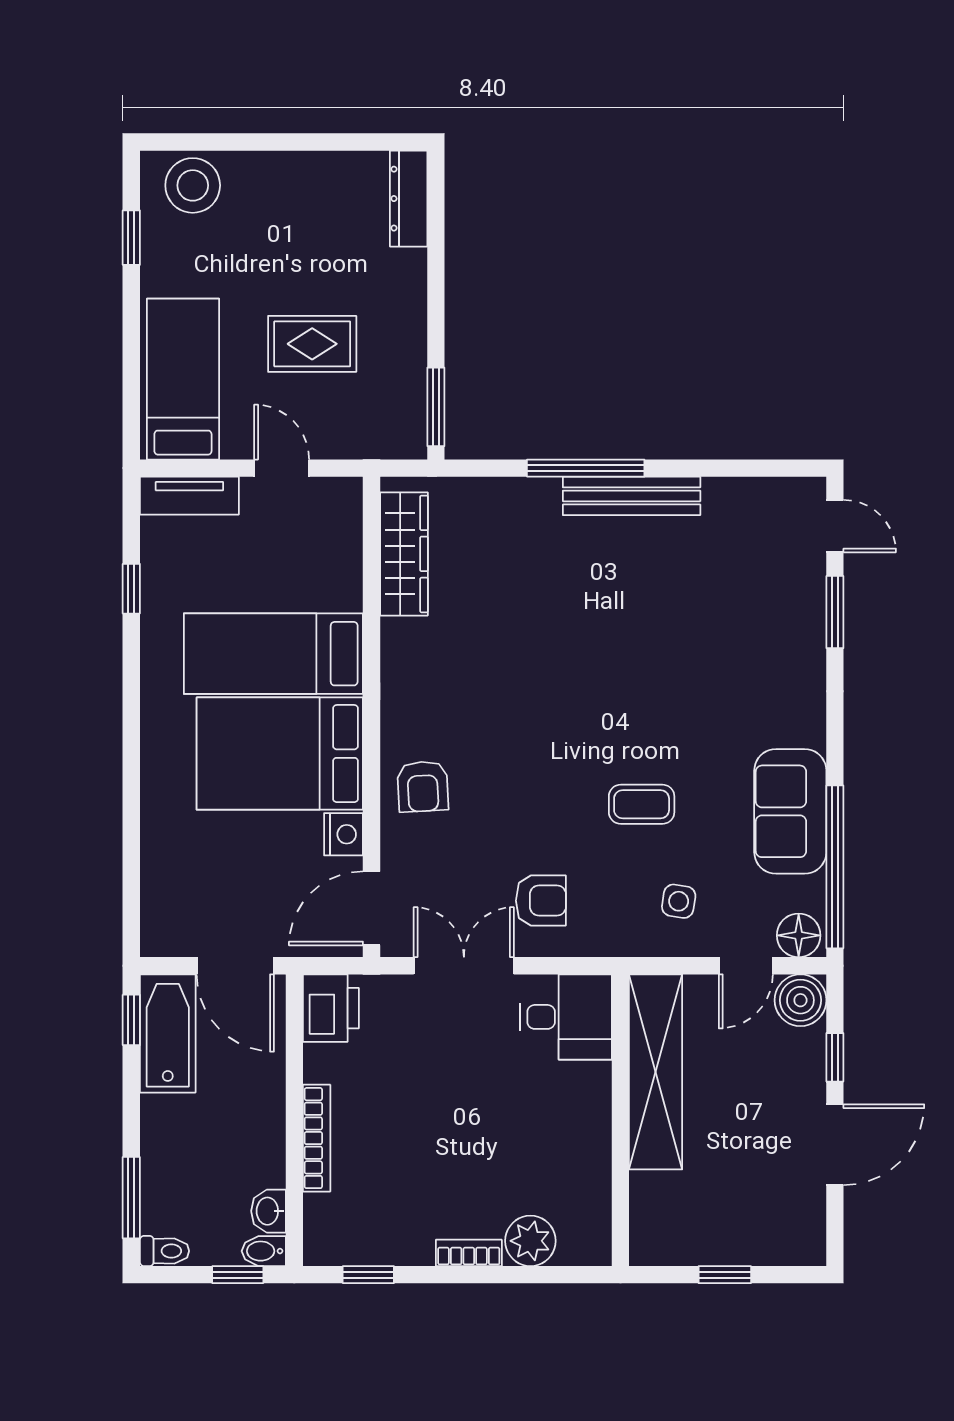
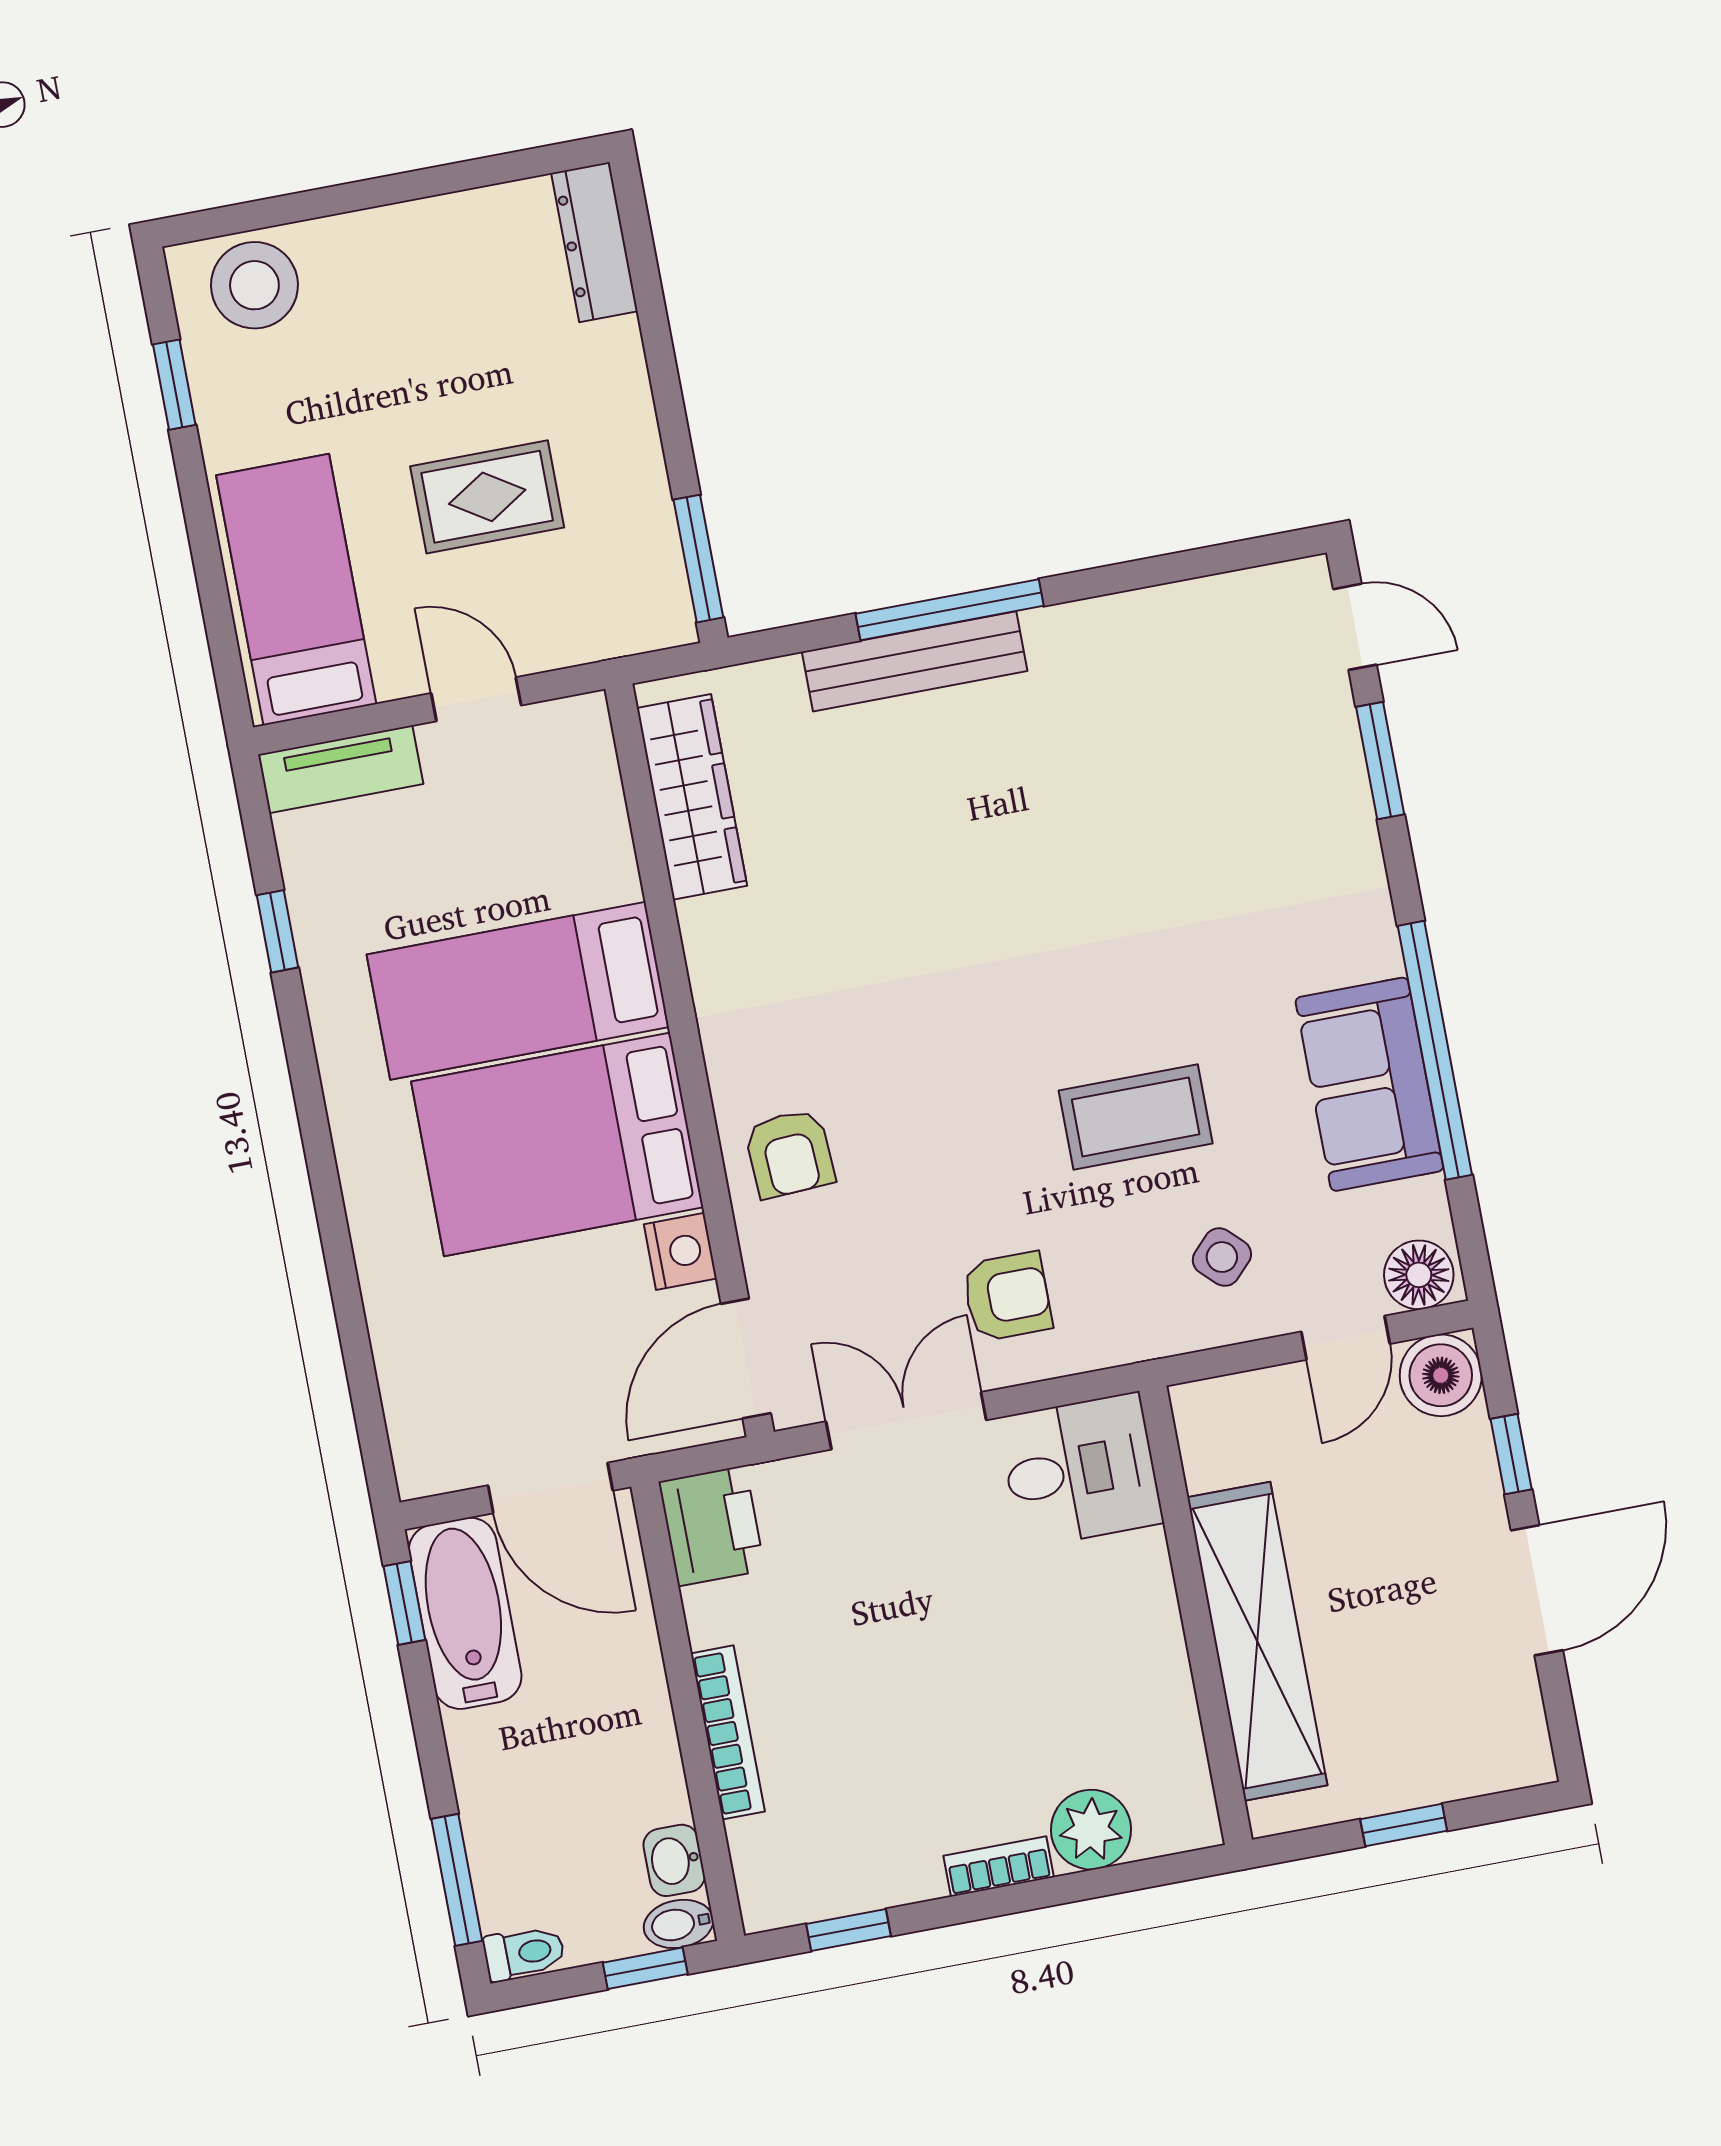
bench: (632, 496) -> (915, 661), moved
coffee table: (642, 804) -> (1136, 1117), width x1.36, depth x1.30
window: (835, 867) -> (1435, 1050), moved
side table: (679, 901) -> (1222, 1257), turned 35
shelving: (656, 1072) -> (1257, 1641), moved

